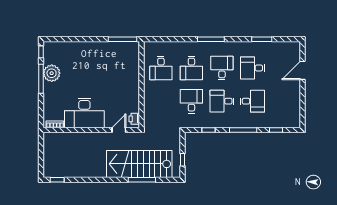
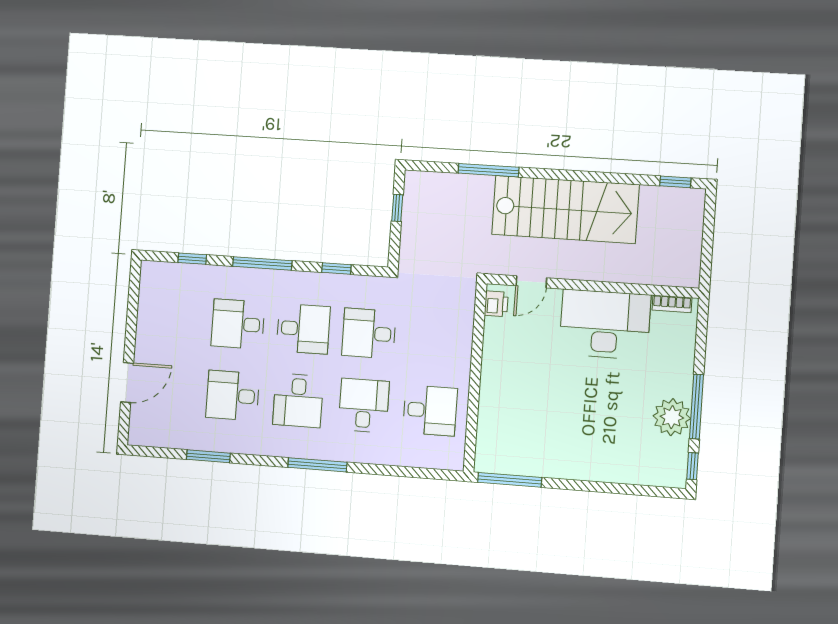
desk: (161, 68) -> (430, 410), turned 90
desk: (252, 68) -> (233, 396), turned 180
desk: (191, 101) -> (369, 333), turned 90
stairs: (139, 164) -> (565, 209), moved

